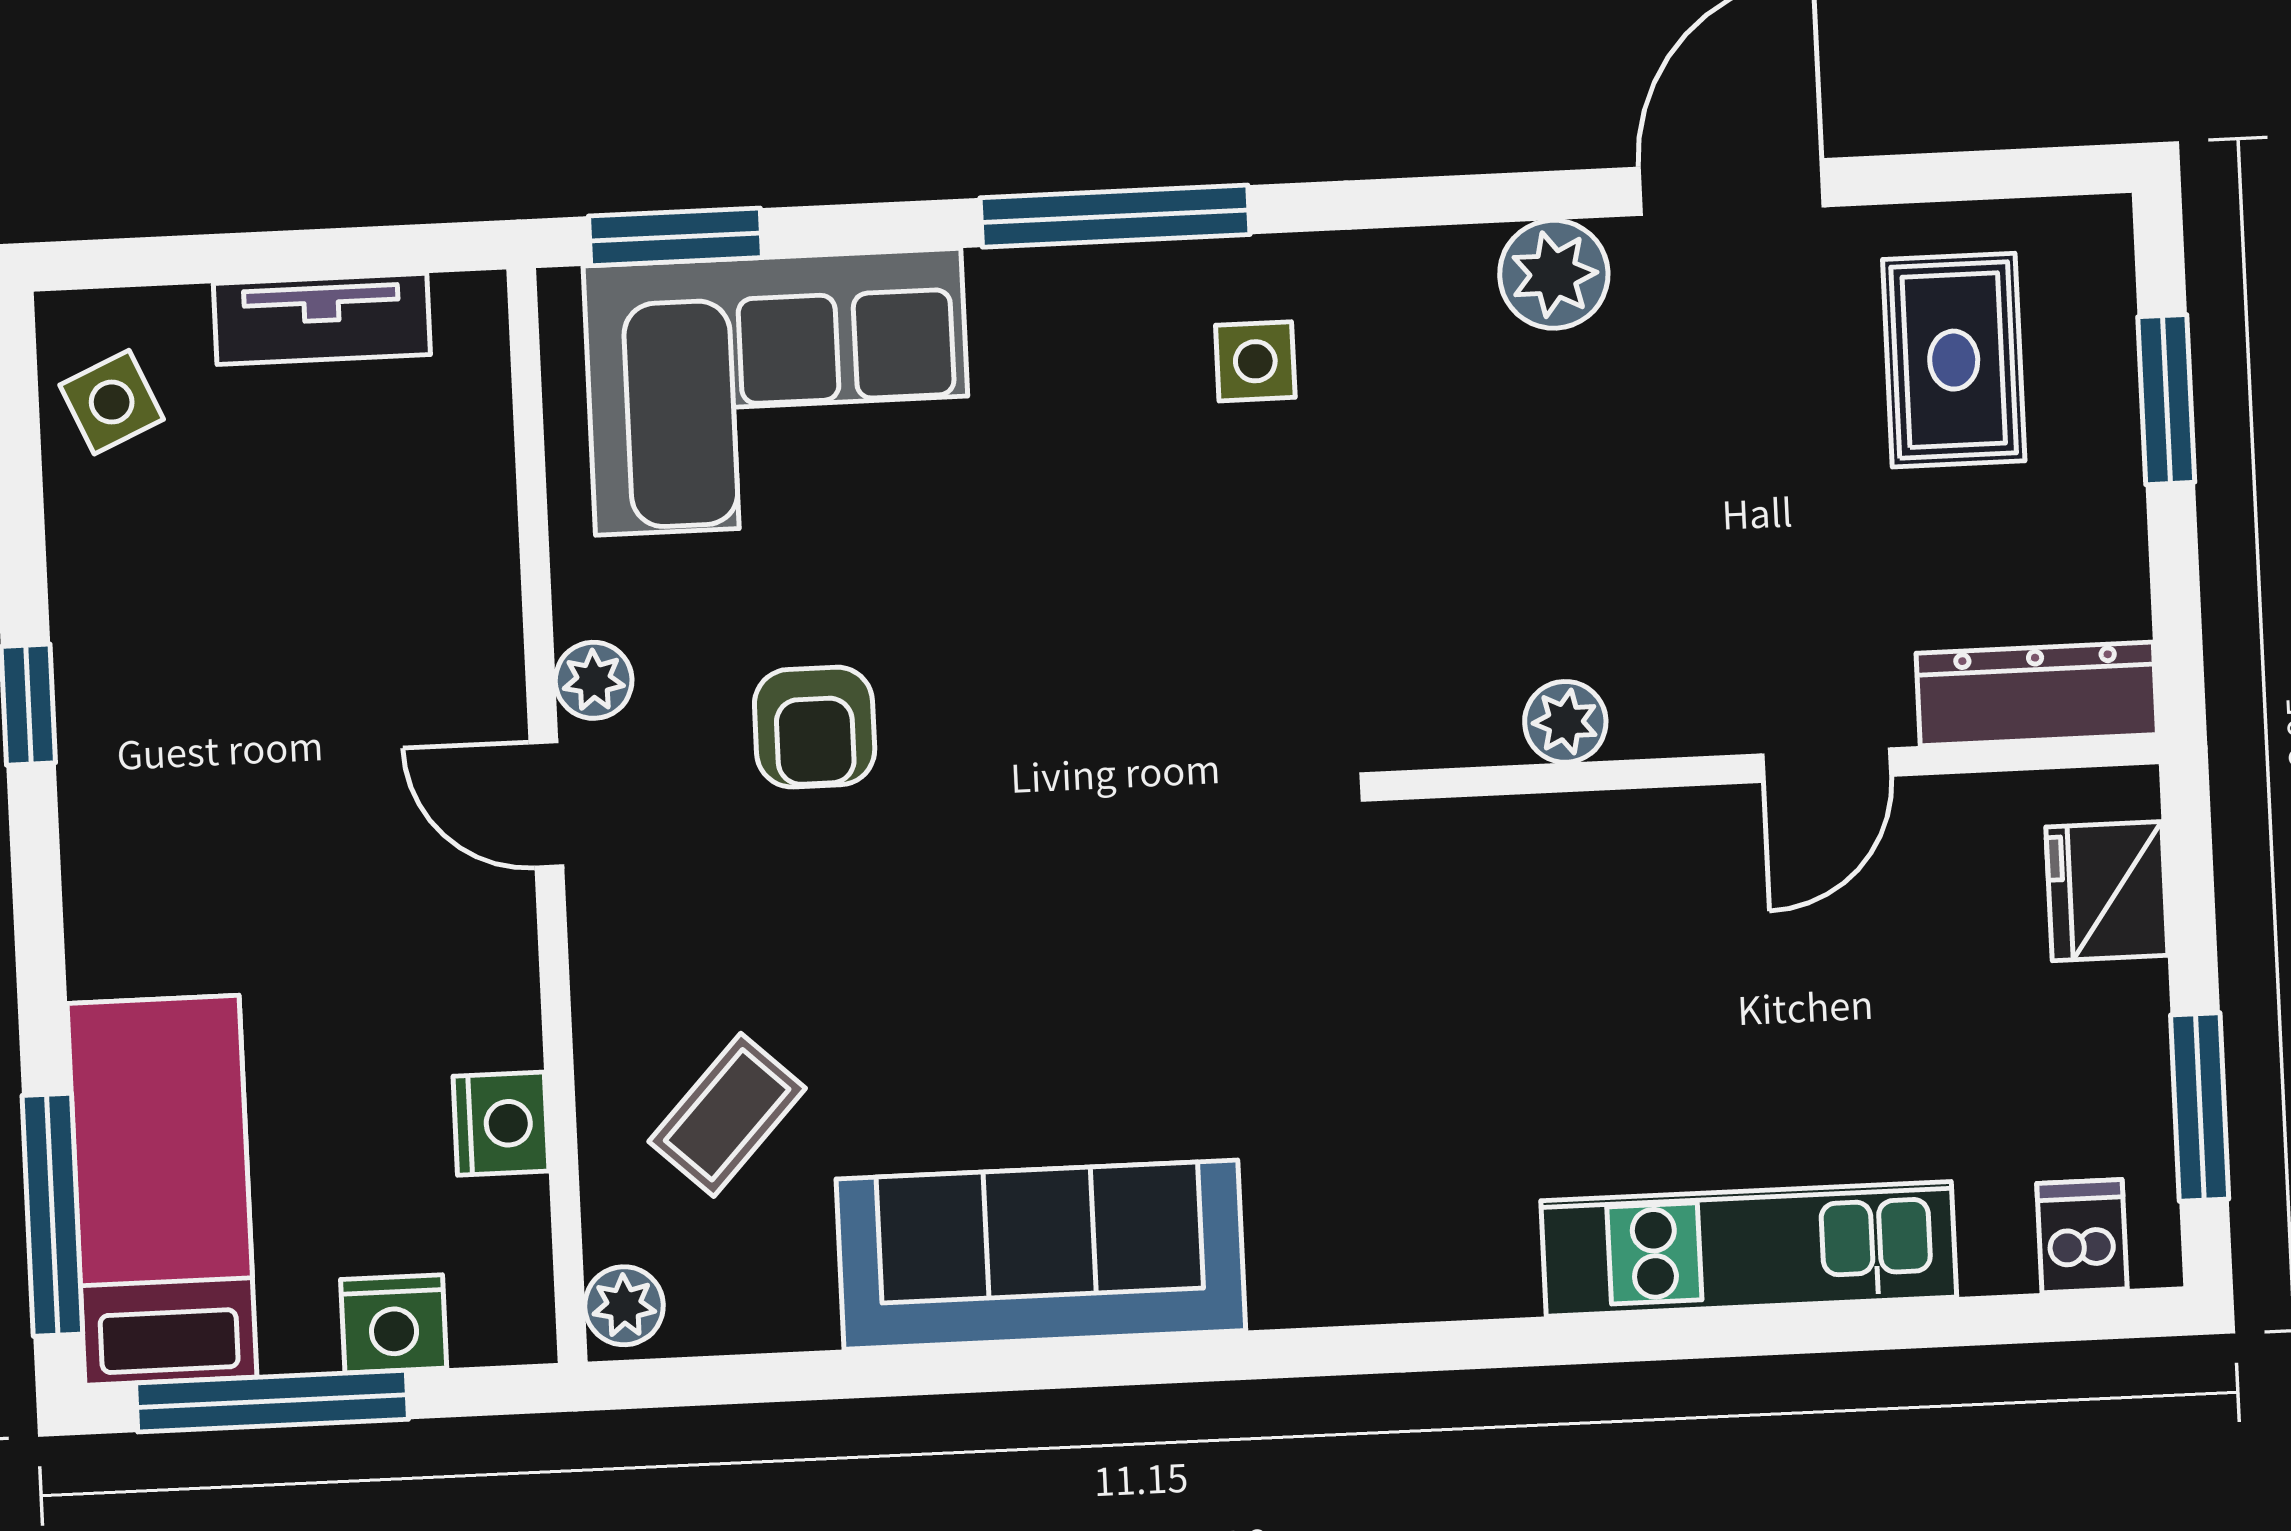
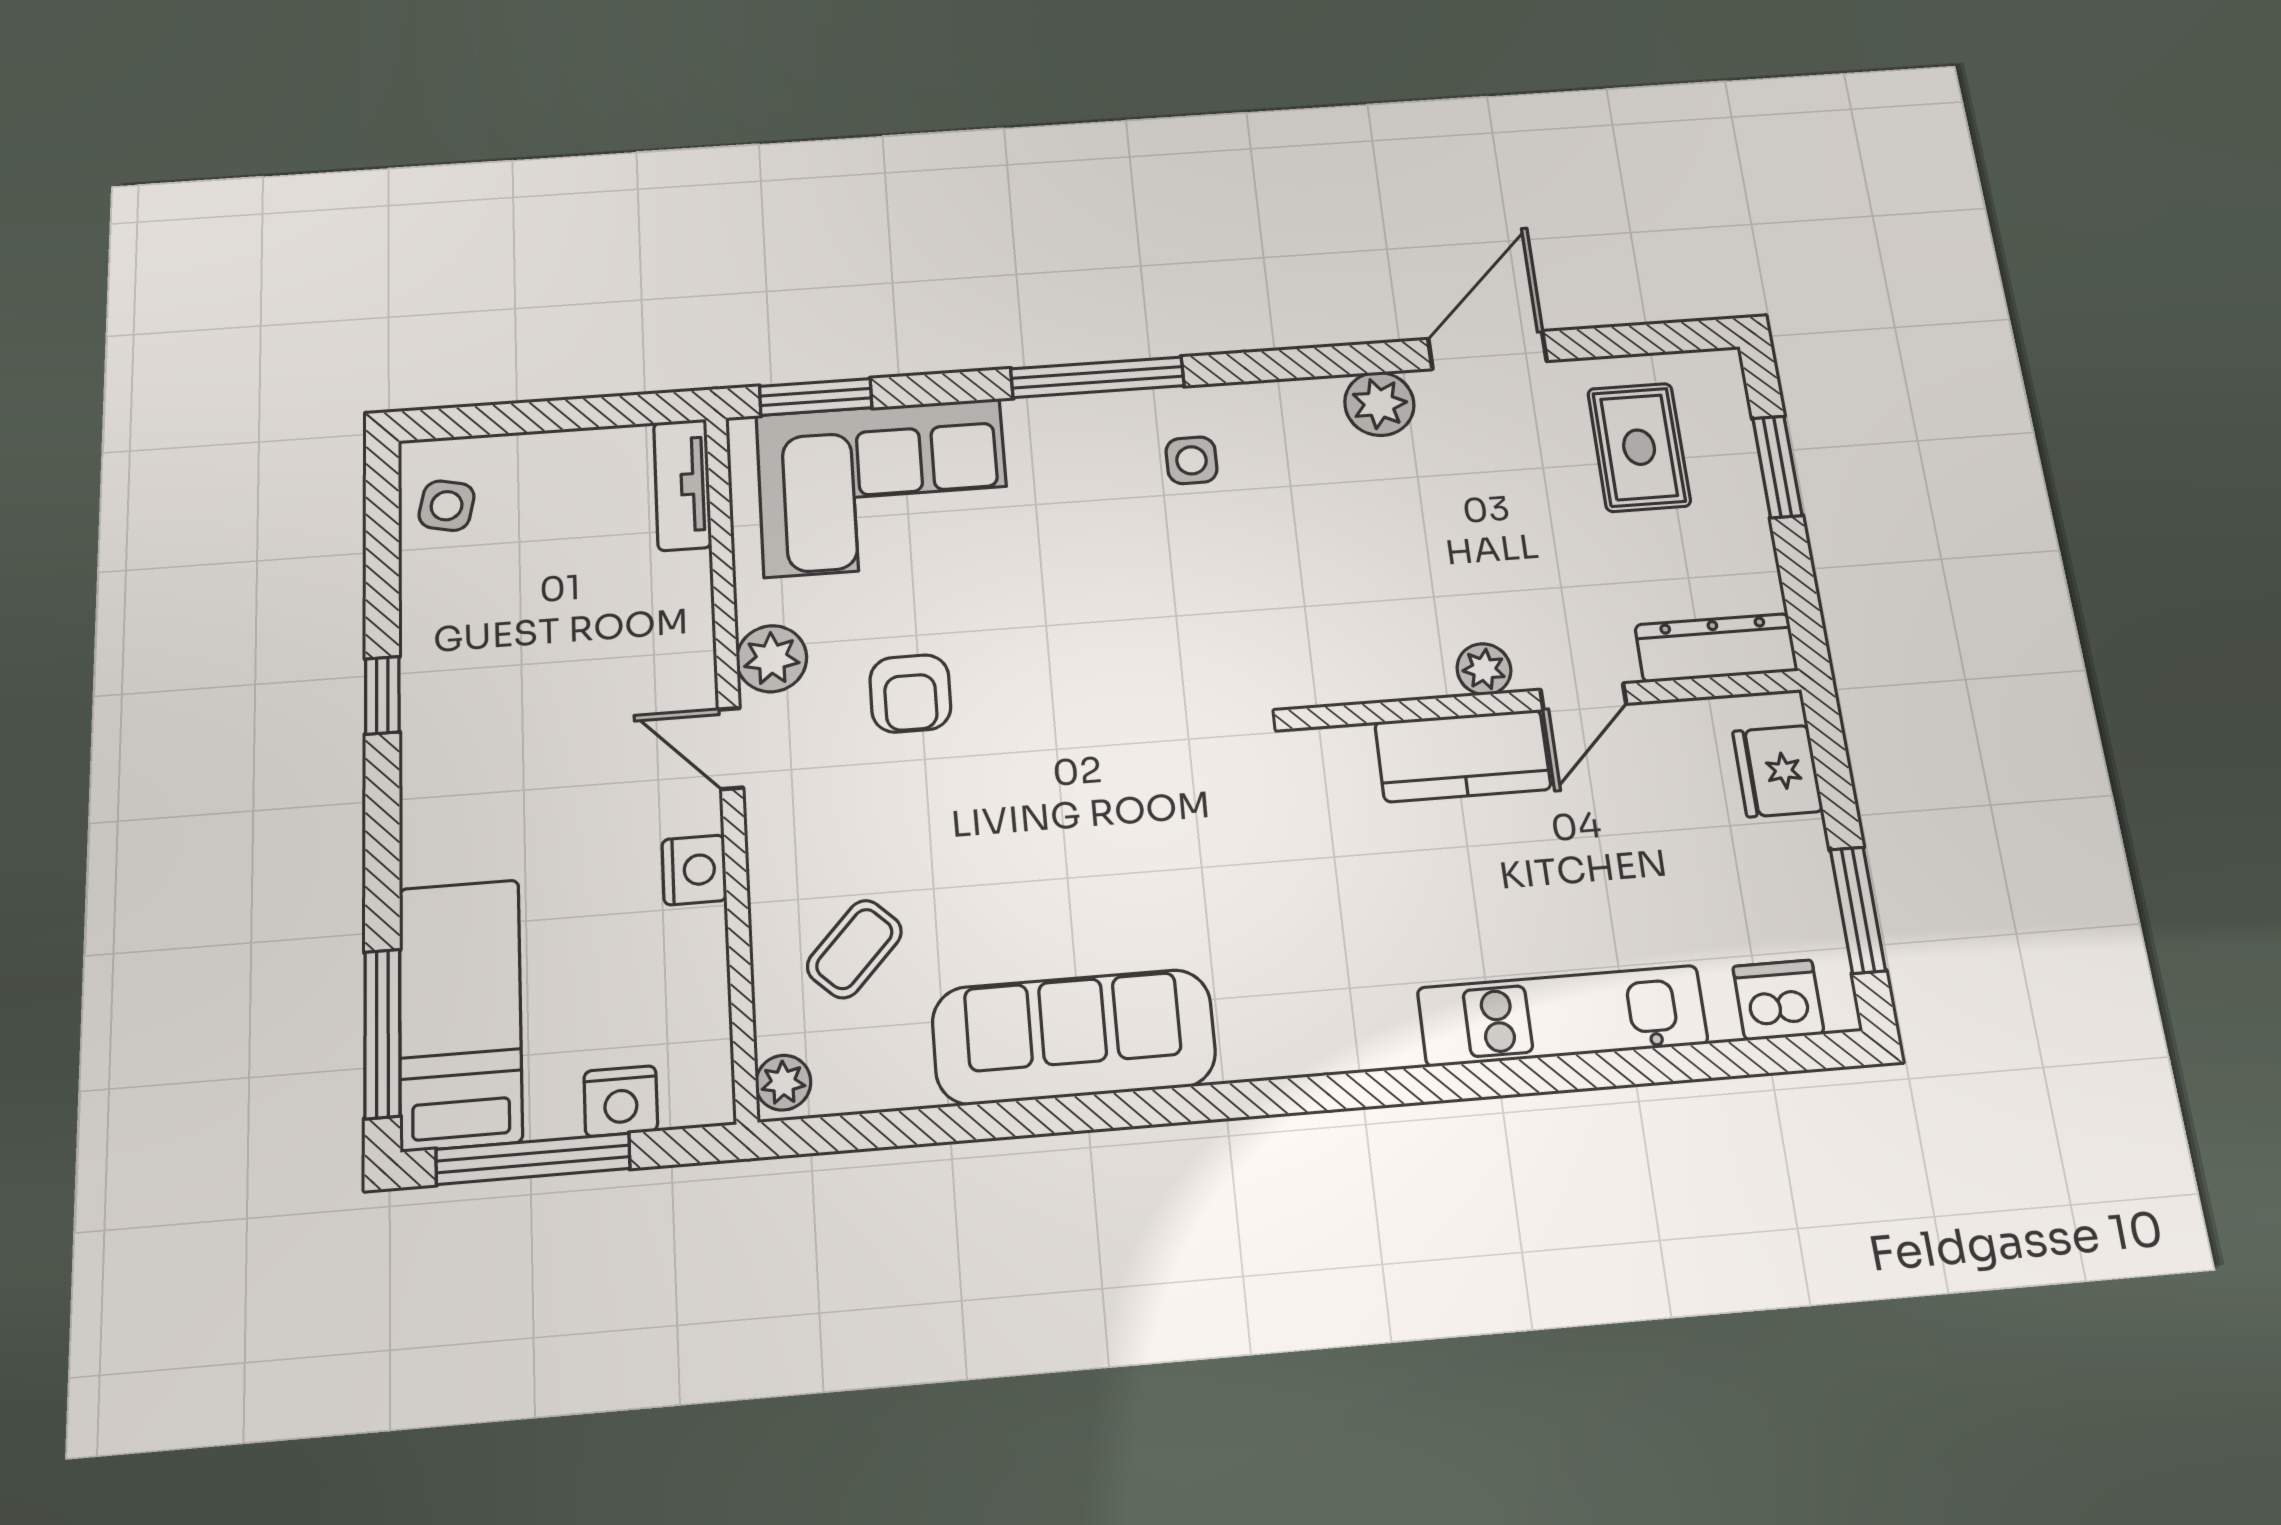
tv unit: (322, 319) -> (683, 485), moved, turned 90
side table: (112, 402) -> (447, 506), turned 36
plant: (594, 680) -> (772, 659), width x1.38, depth x1.38
plant: (1565, 722) -> (1484, 669), moved
kitchen counter: (1637, 852) -> (1463, 756), added
nightstand: (501, 1124) -> (694, 870), moved
dishwasher: (2082, 1236) -> (1778, 1000), width x1.38

